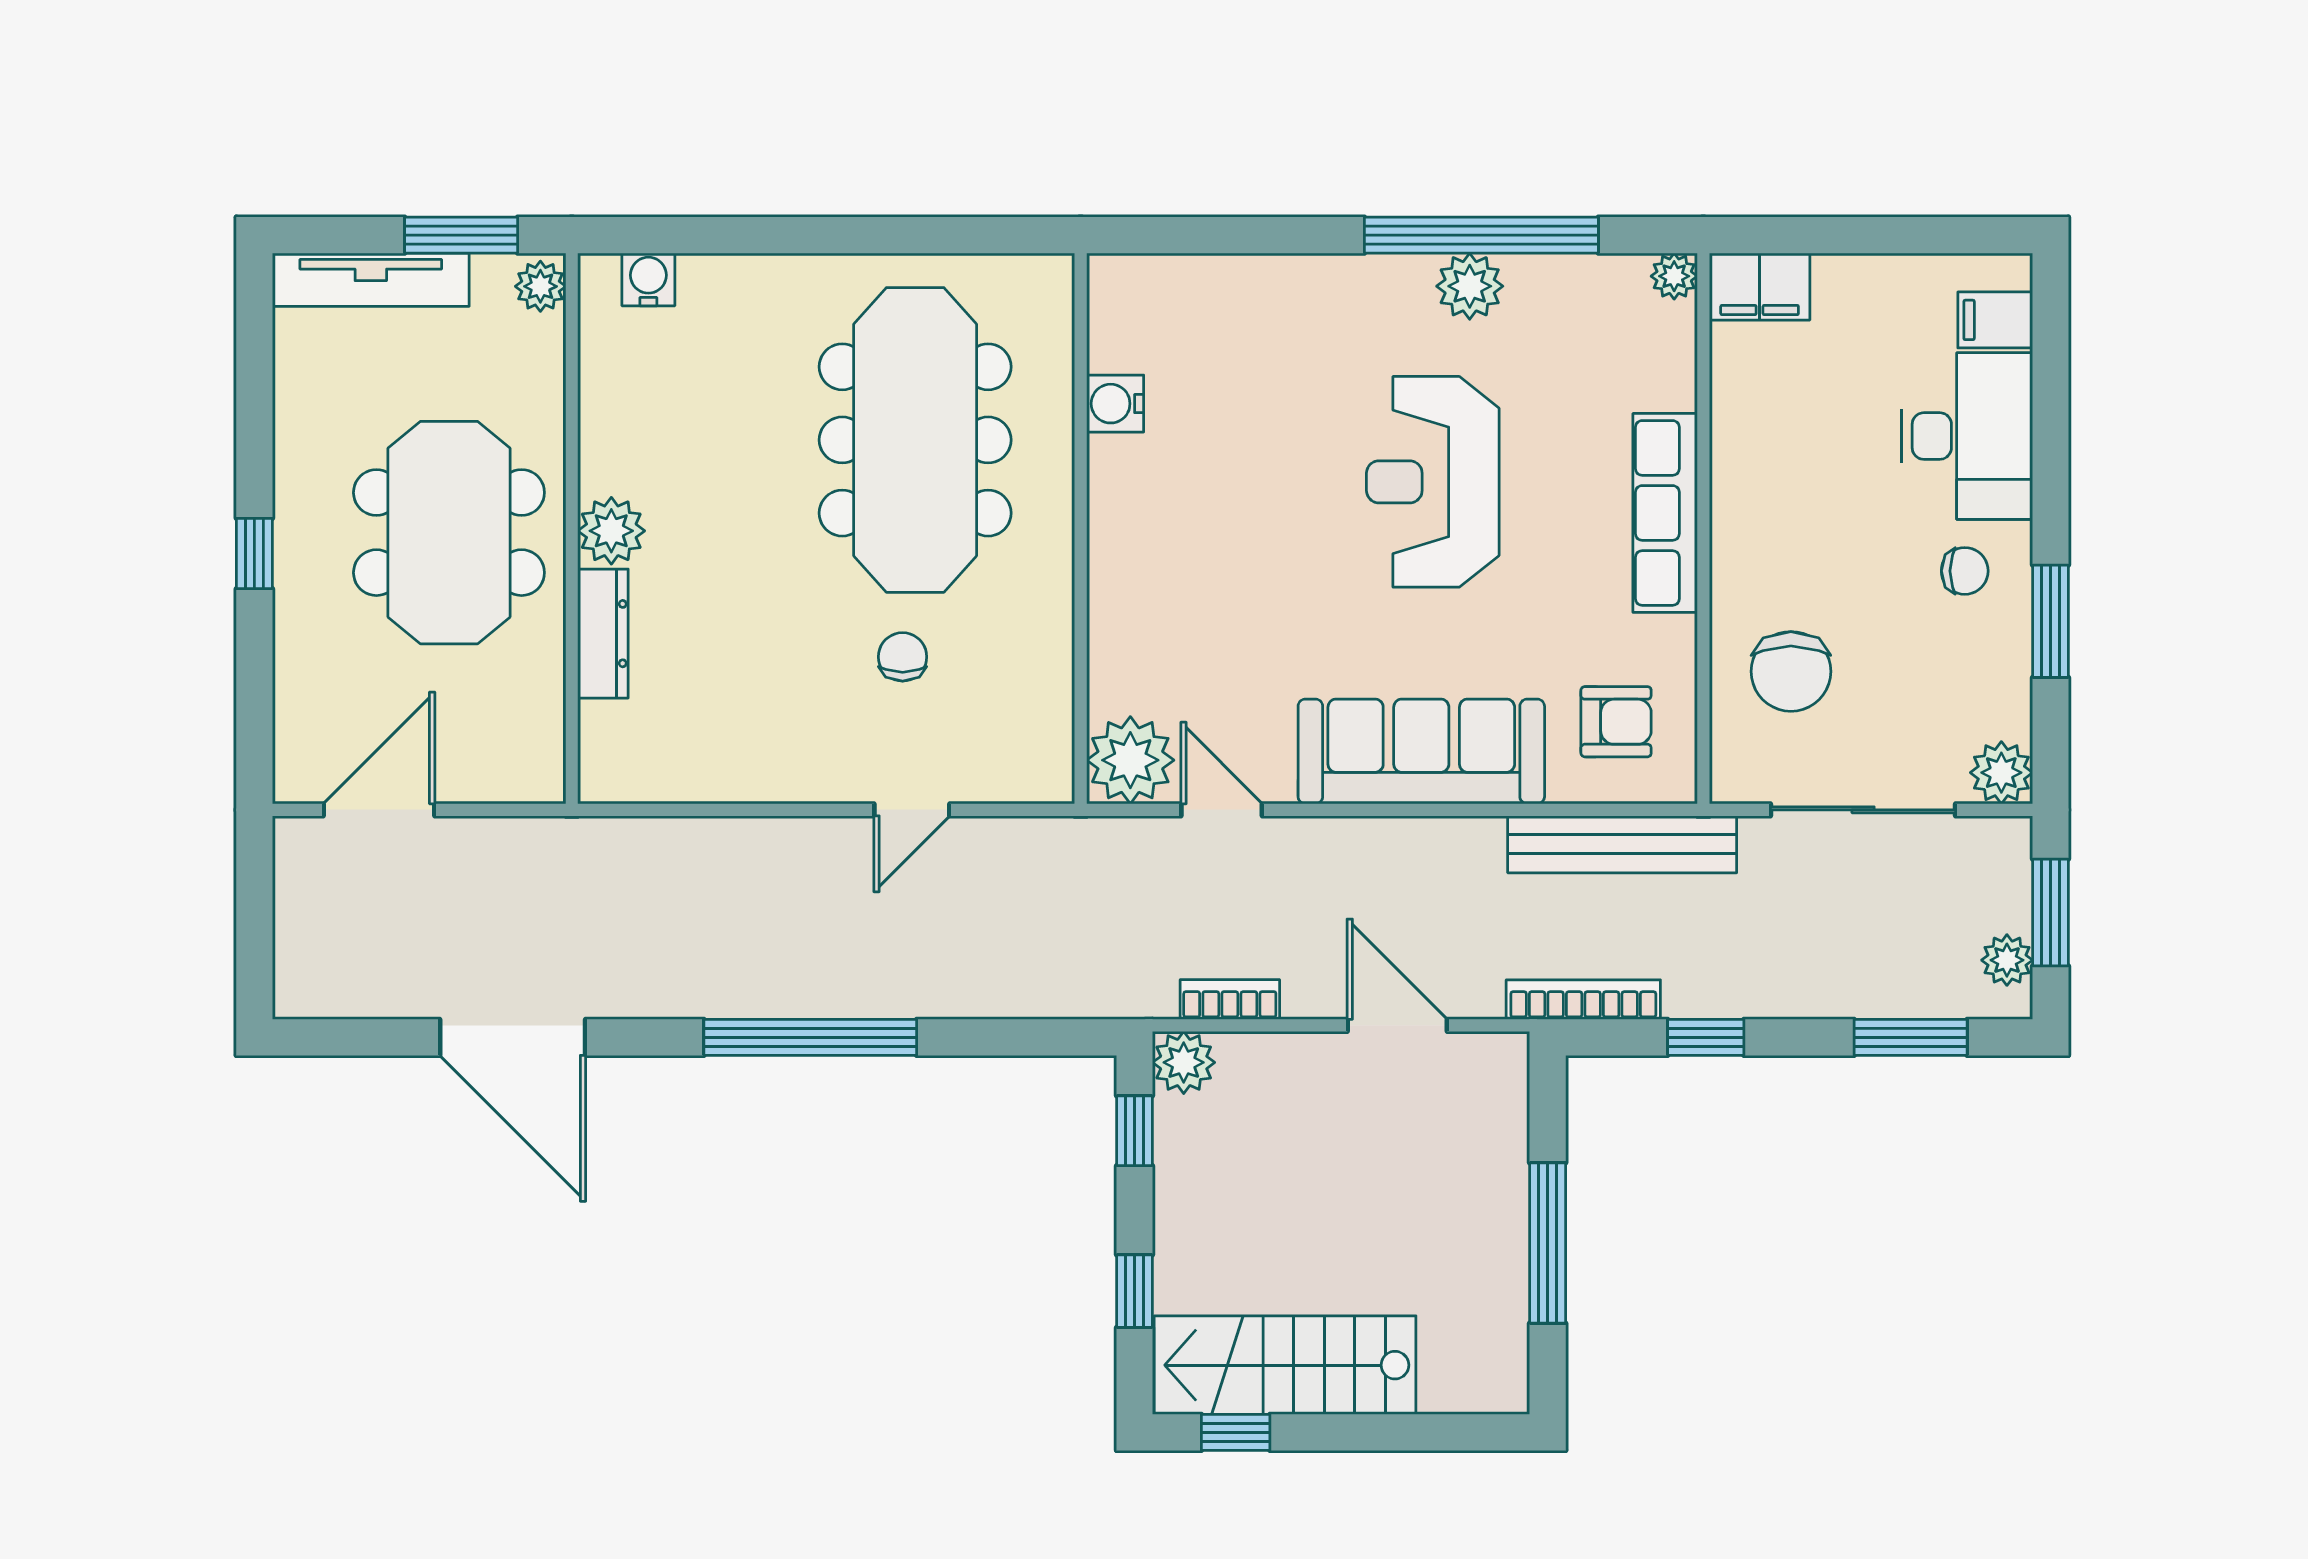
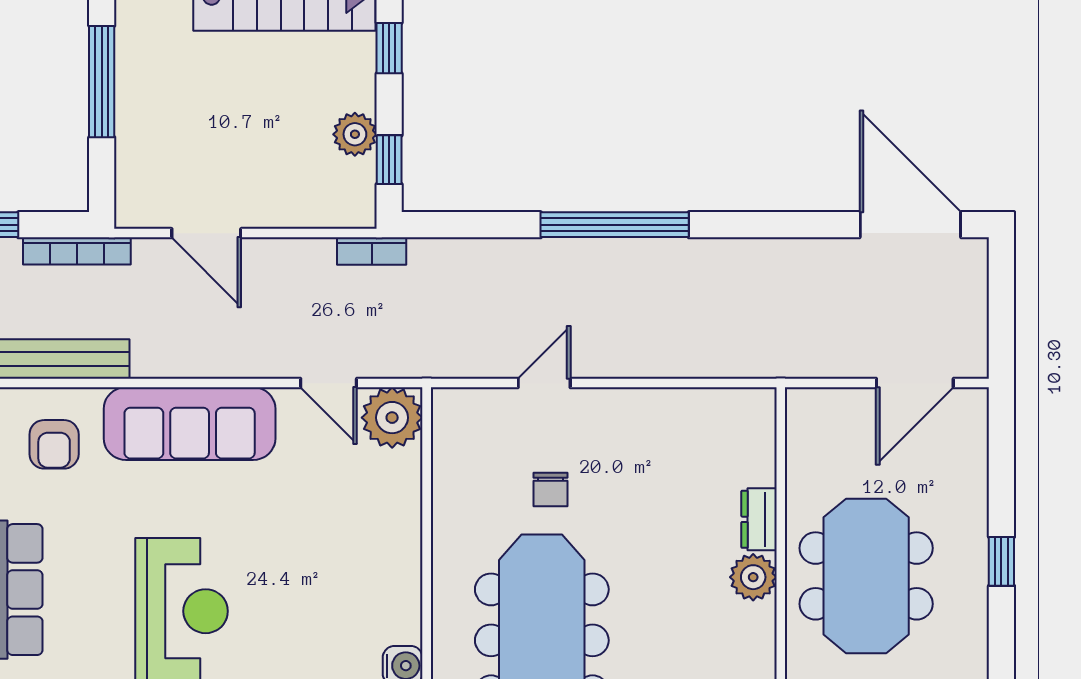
dresser: (603, 634) -> (759, 519), width x0.70
armchair: (1616, 722) -> (54, 444), turned -90
bookcase: (1230, 999) -> (372, 251), moved
door: (513, 1037) -> (910, 225), moved
plant: (1184, 1062) -> (355, 134), moved

